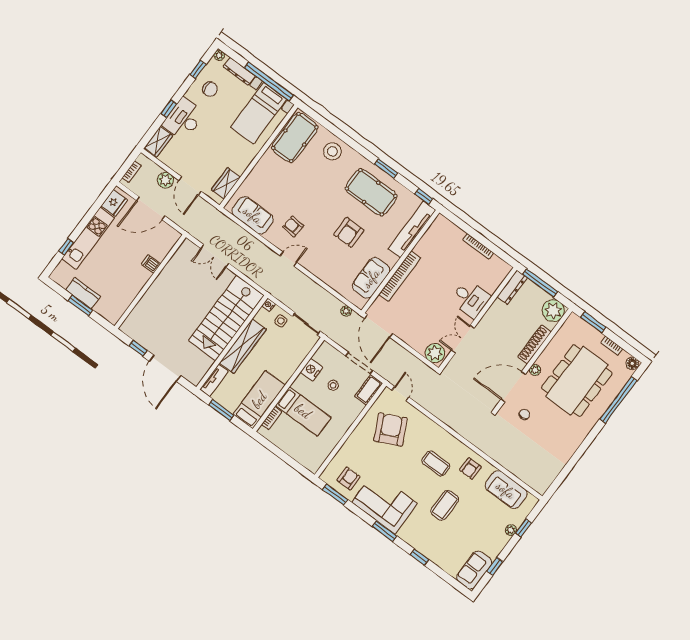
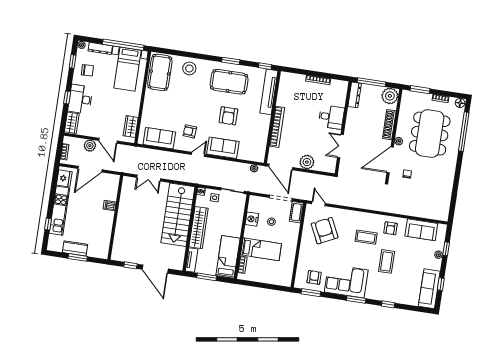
sofa: (371, 278) -> (223, 148), moved, turned 90
plant: (435, 353) -> (307, 162), moved
sofa: (474, 570) -> (429, 289), width x1.36

